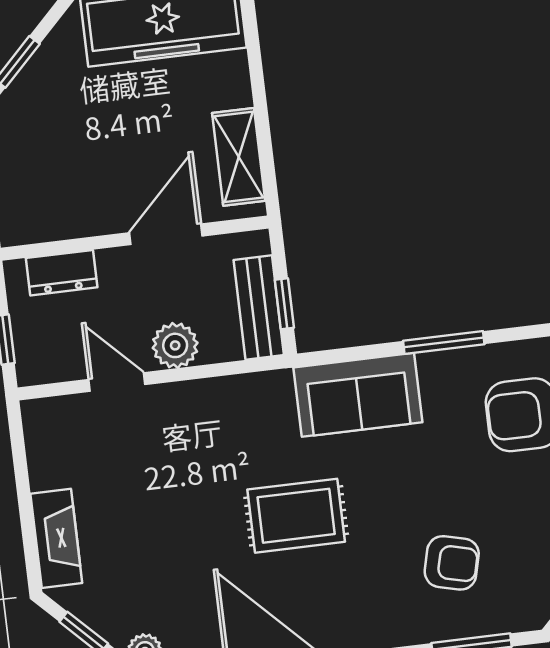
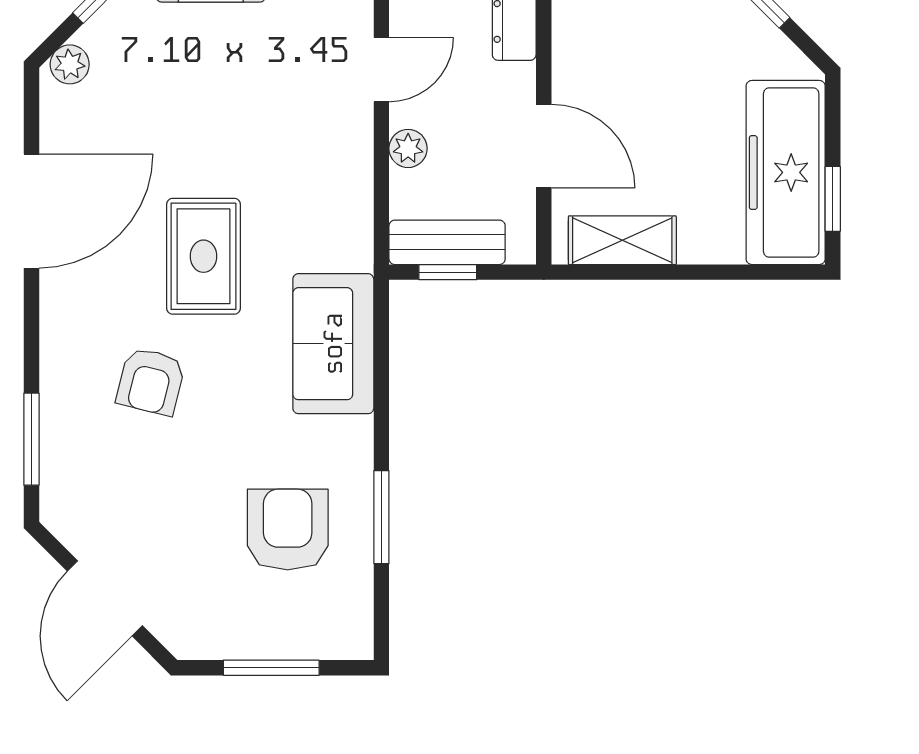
window: (444, 342) -> (381, 517), moved
plant: (175, 345) -> (408, 148), width x0.73, depth x0.73
armchair: (452, 563) -> (151, 381), moved

